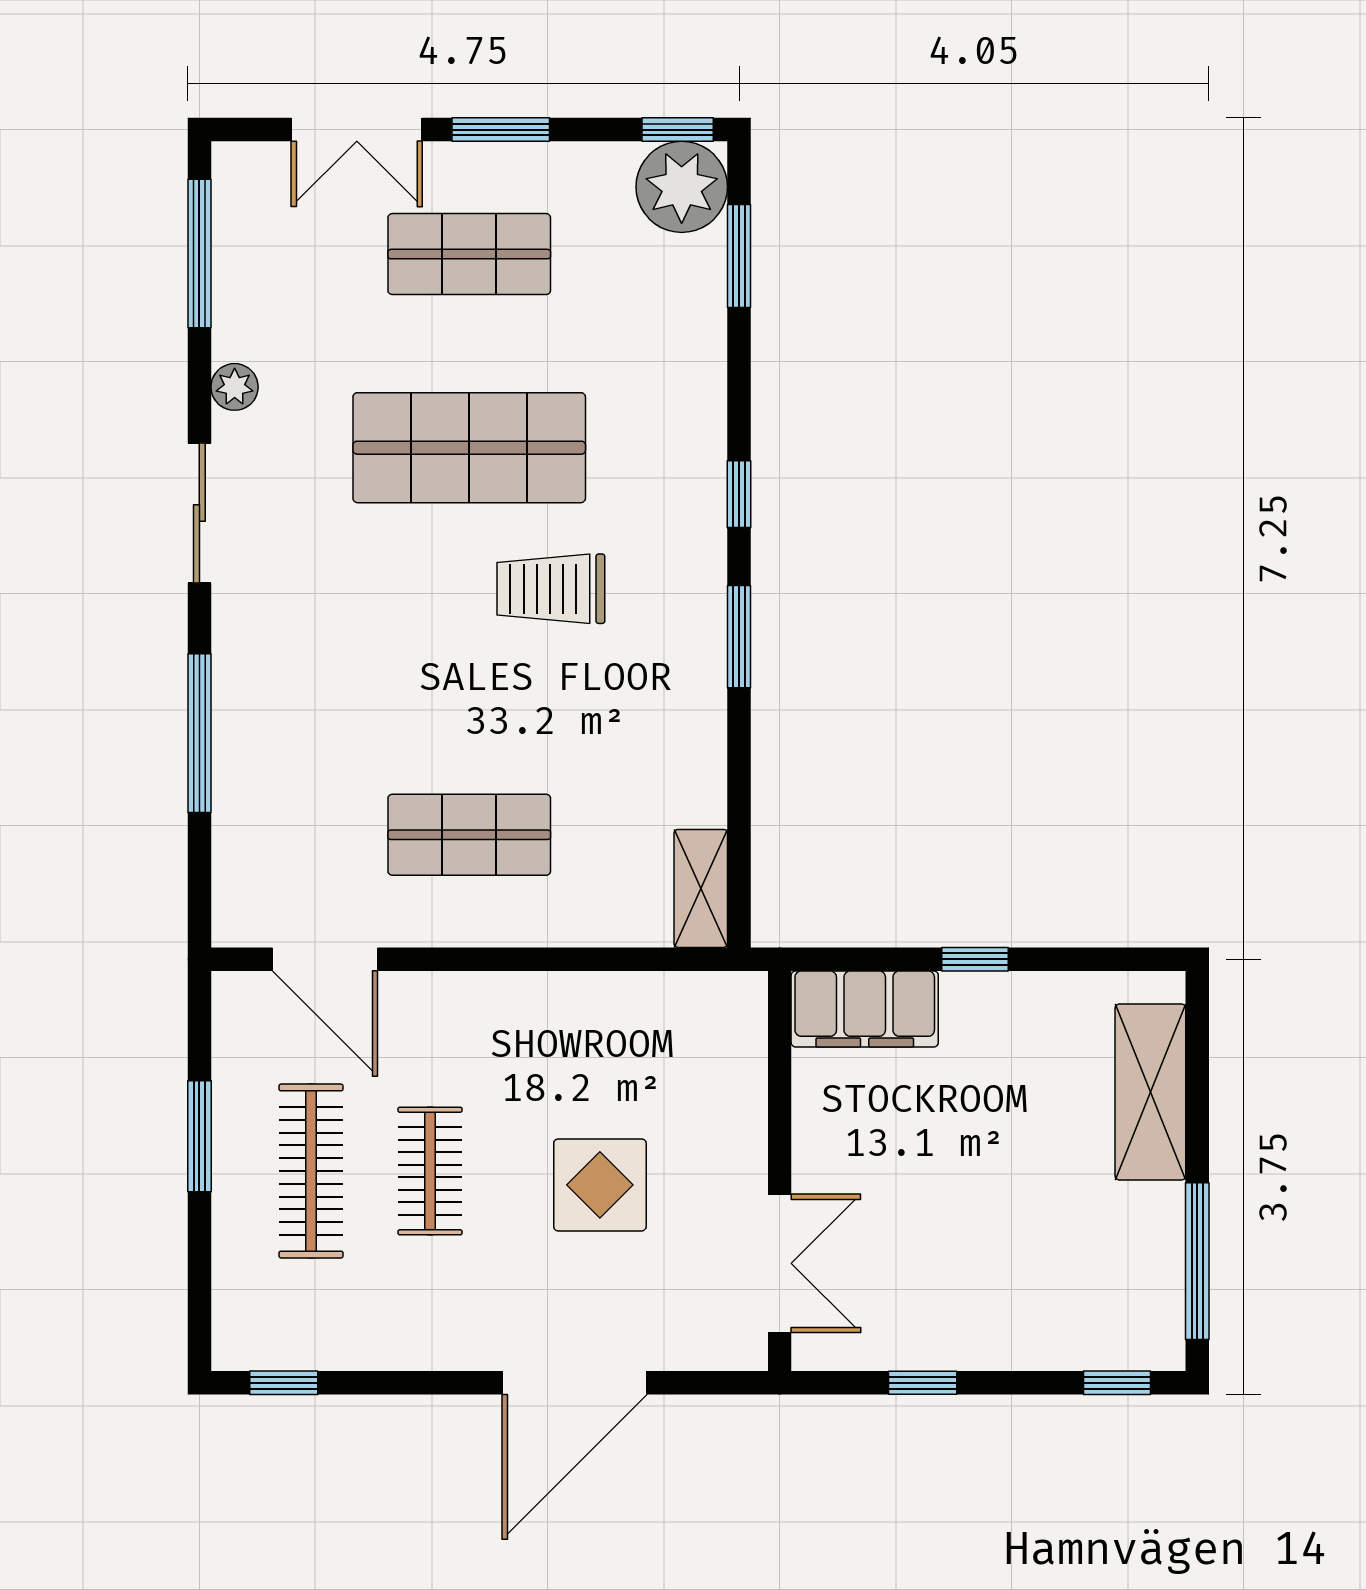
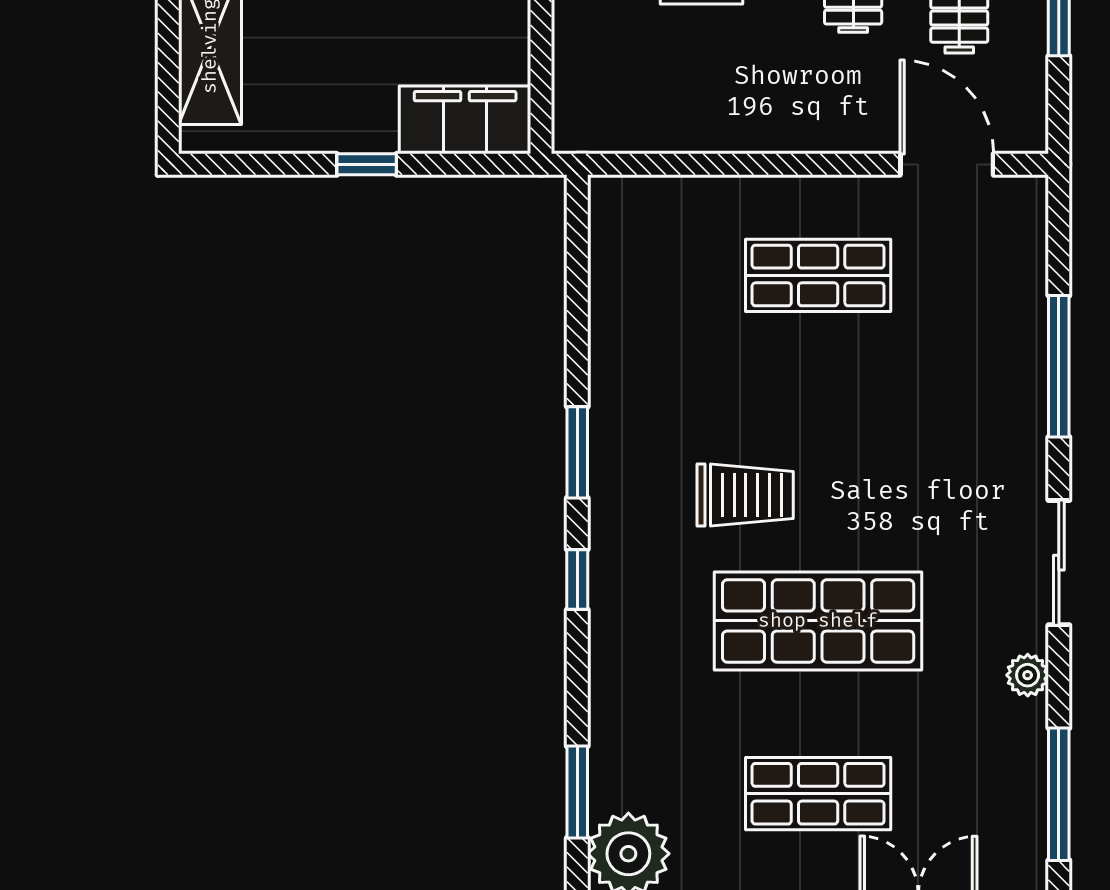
shelving: (701, 888) -> (611, 228), removed

